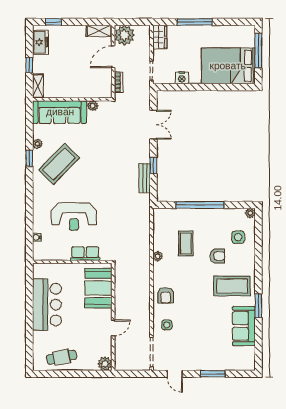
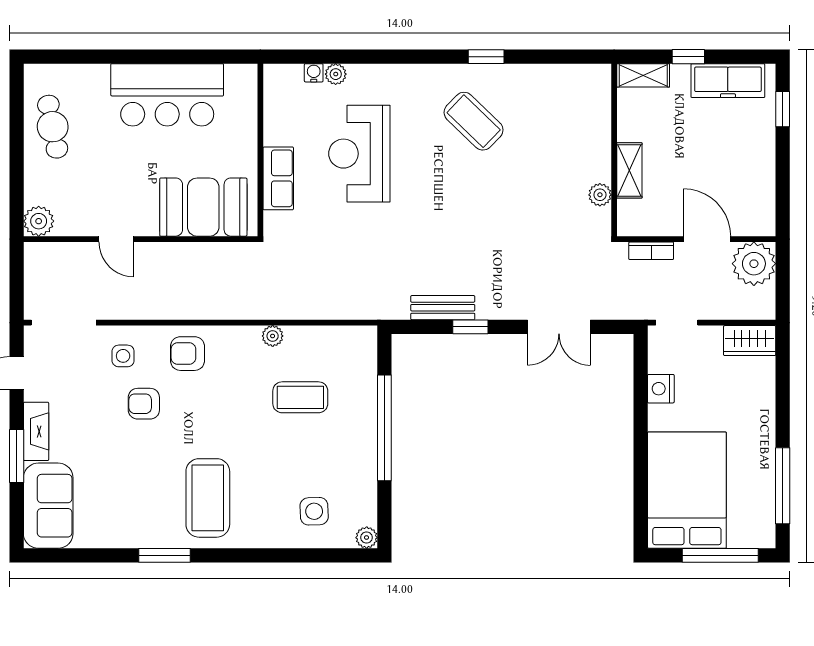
window: (195, 22) -> (783, 486), moved
shelving: (99, 31) -> (629, 170), moved
freezer: (40, 42) -> (728, 81), width x1.40
sofa: (60, 112) -> (586, 122), removed
plant: (37, 144) -> (336, 74), moved
coffee table: (59, 164) -> (474, 121), width x0.73, depth x0.76
armchair: (217, 256) -> (144, 404), moved, turned 90
sofa: (244, 326) -> (48, 506), moved, turned 90
fireplace: (201, 365) -> (36, 431), added

